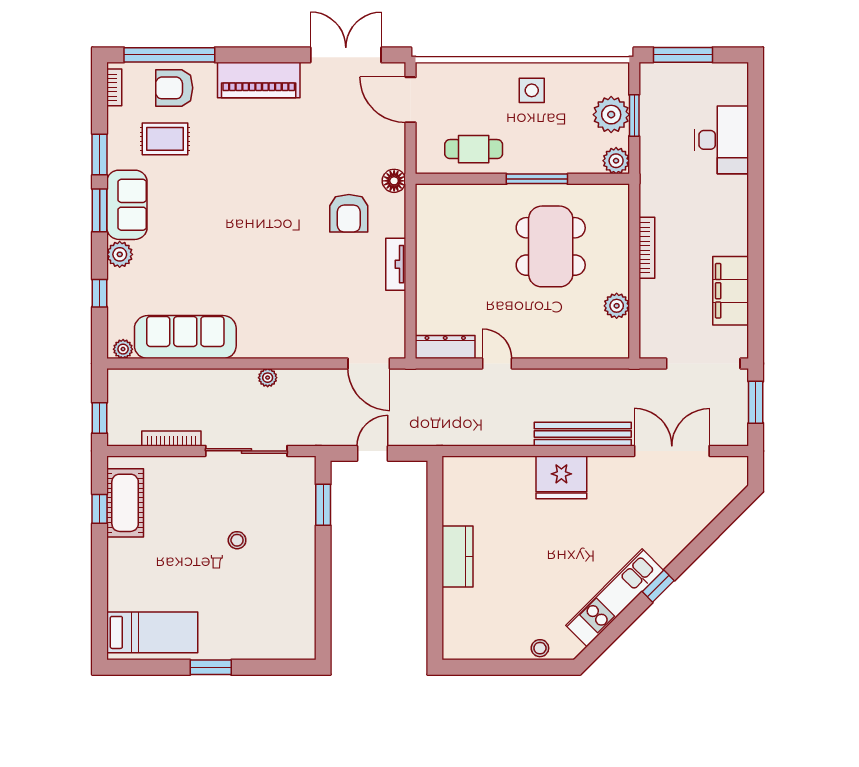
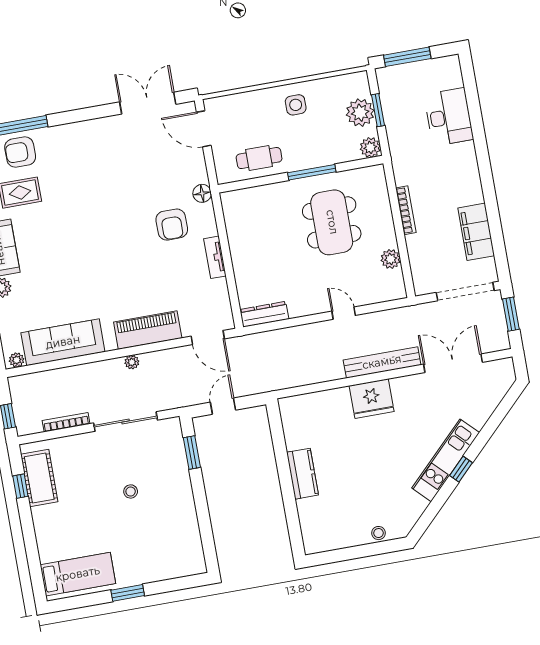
piano: (259, 80) -> (148, 330), moved, turned 180
door: (497, 363) -> (344, 313), moved
kitchen unit: (615, 598) -> (446, 460), moved

